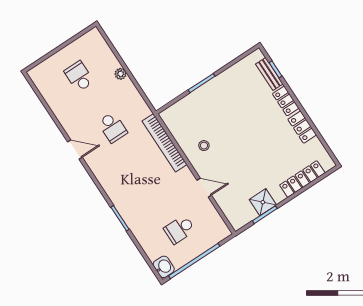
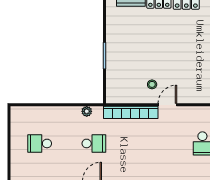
plant: (121, 74) -> (87, 111), moved
door: (204, 188) -> (167, 105), moved

